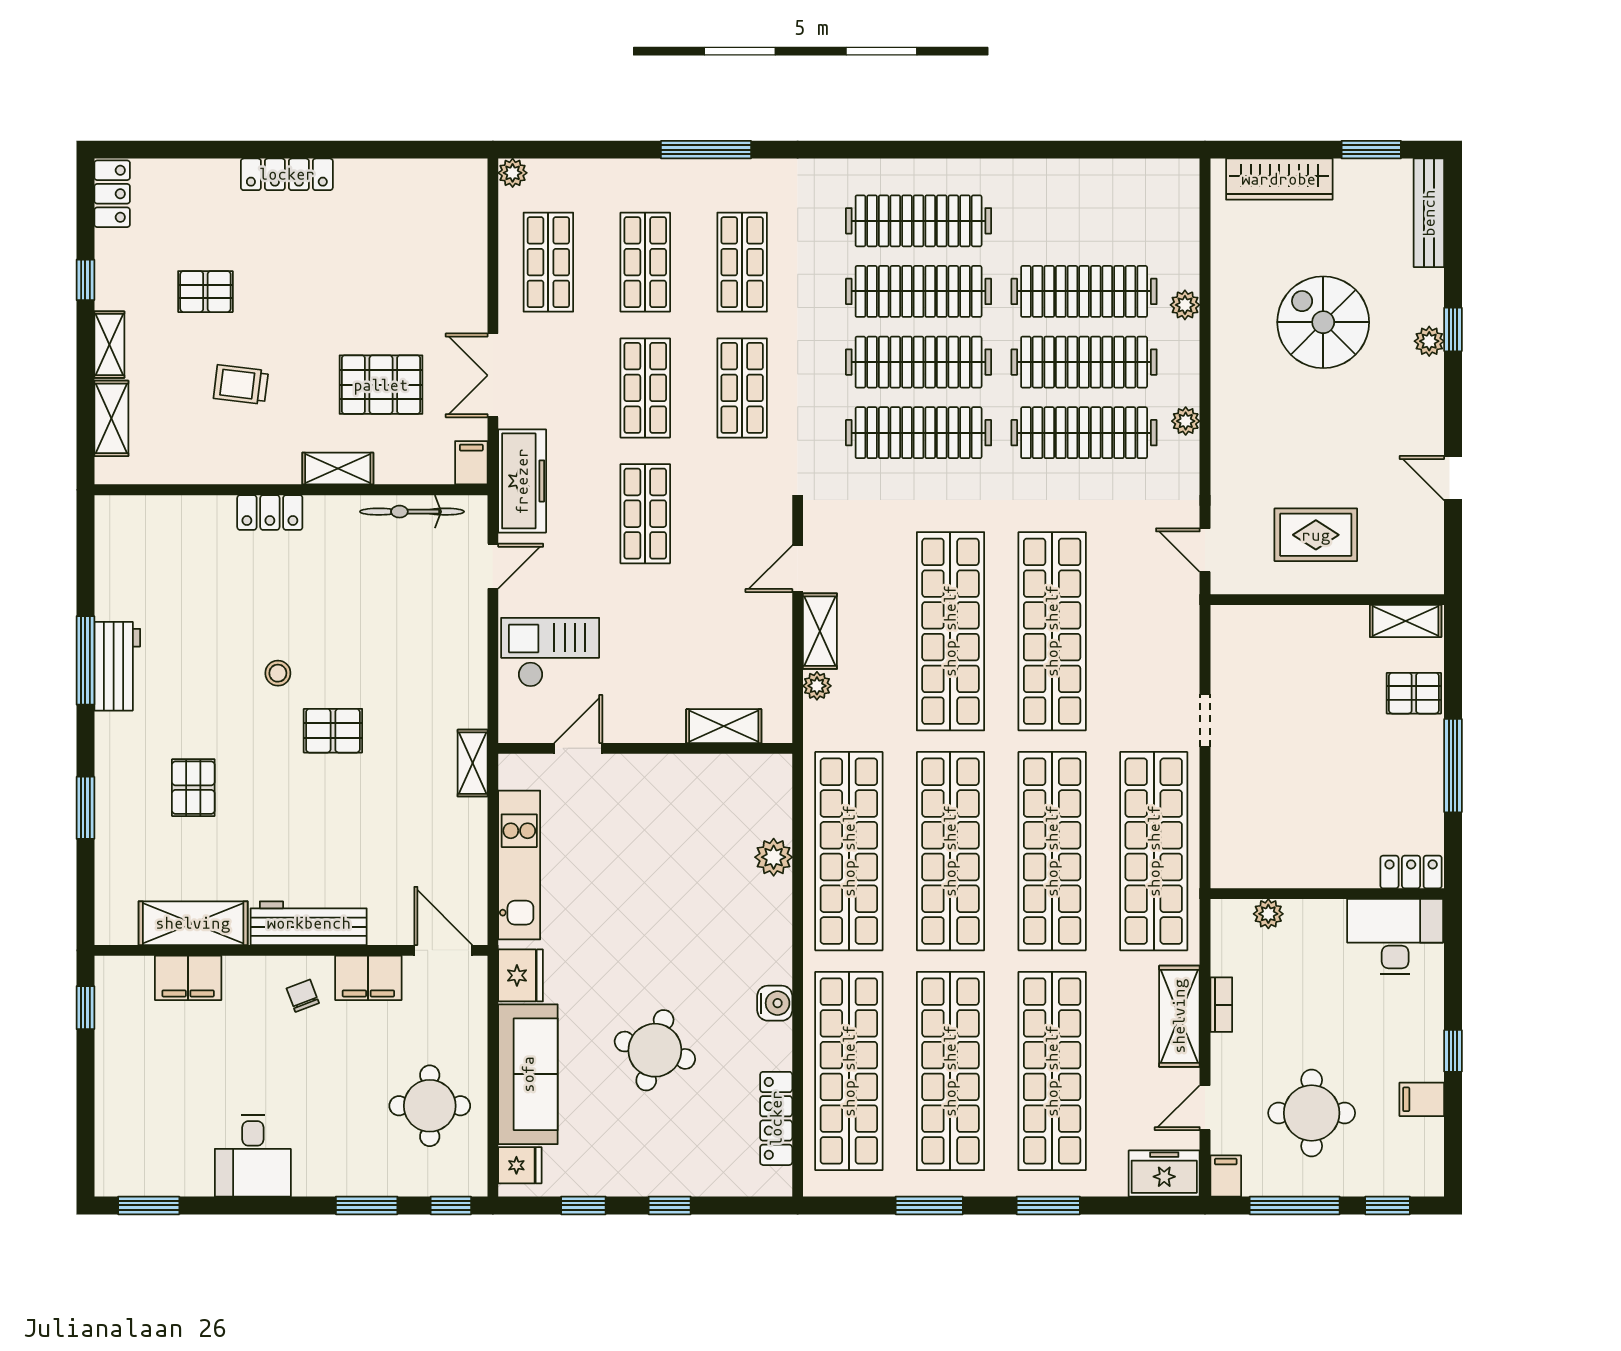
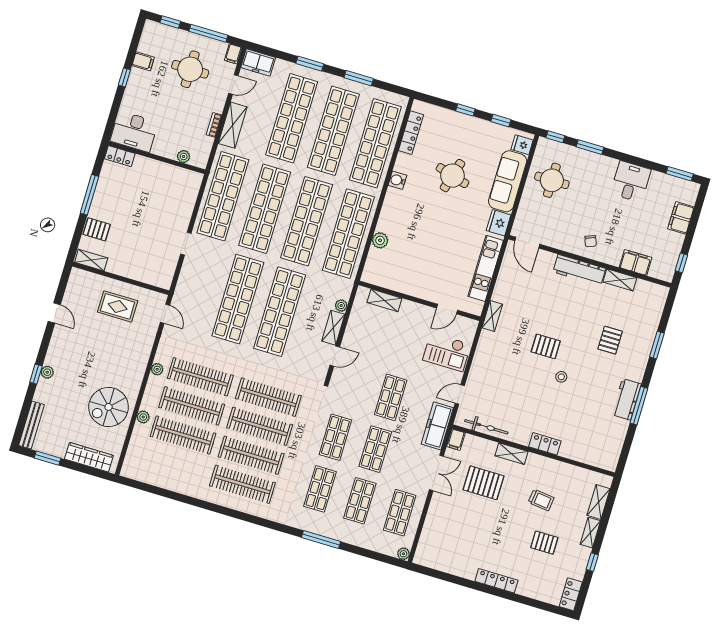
spiral stairs: (1323, 322) -> (109, 407), moved, turned 90
shelving: (193, 923) -> (620, 280), width x0.67, depth x0.75
filing cabinet: (368, 978) -> (681, 218), moved, turned -90

